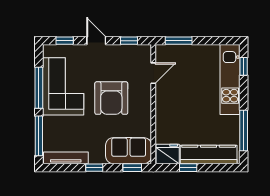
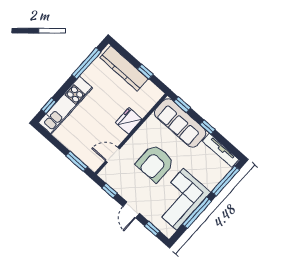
armchair: (111, 98) -> (155, 163), turned 180
sofa: (129, 151) -> (180, 123), width x1.36
fridge: (168, 154) -> (129, 121), moved, turned 90

